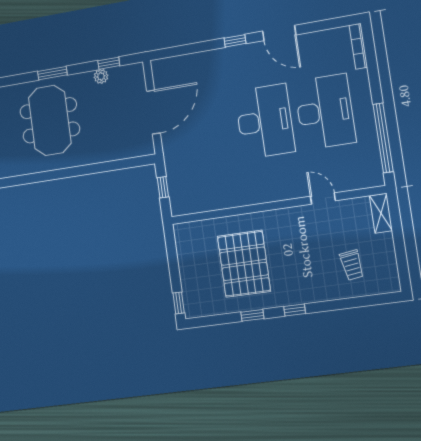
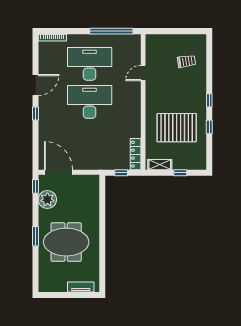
window: (109, 63) -> (35, 186), moved
plant: (101, 76) -> (47, 200), width x1.87, depth x1.87
door: (153, 112) -> (59, 172), moved
locker: (194, 205) -> (136, 154), added
shelving: (381, 213) -> (160, 165), moved
window: (179, 303) -> (180, 173), moved

